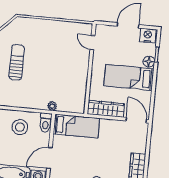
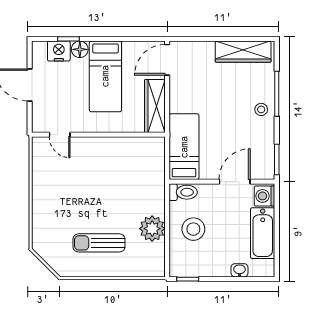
nightstand: (148, 36) -> (59, 51), moved, turned 90
door: (92, 43) -> (60, 135), hinge flipped
plant: (52, 106) -> (152, 229), moved, width x1.88, depth x1.88
door: (49, 158) -> (235, 182), swing flipped

